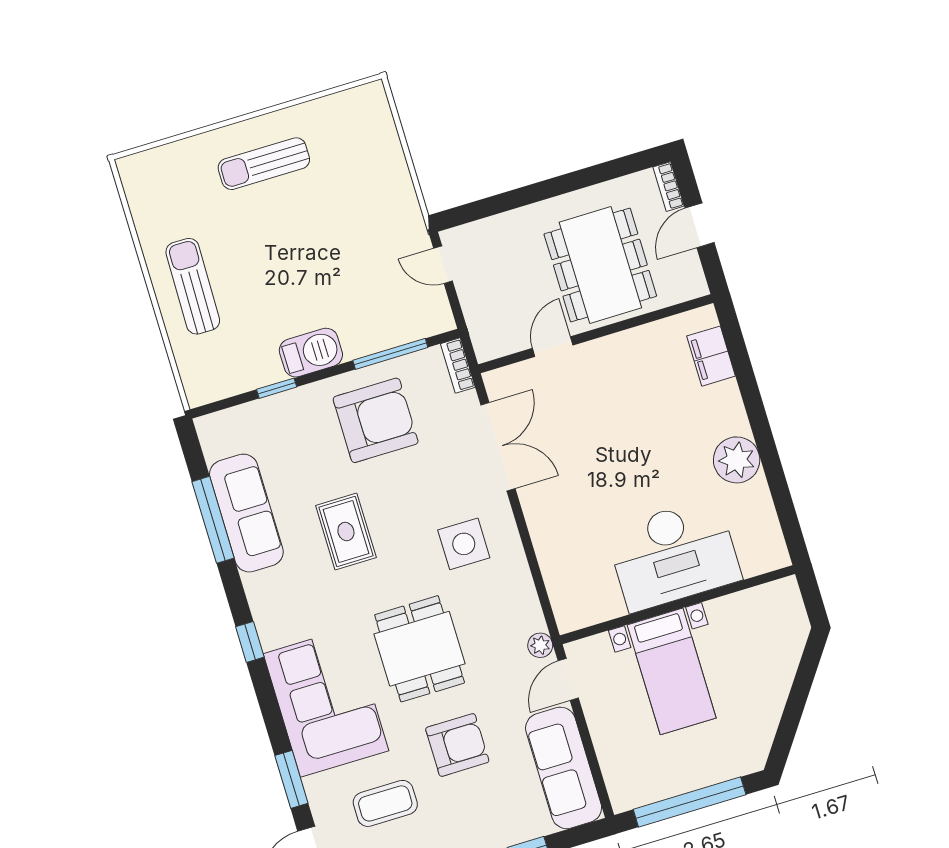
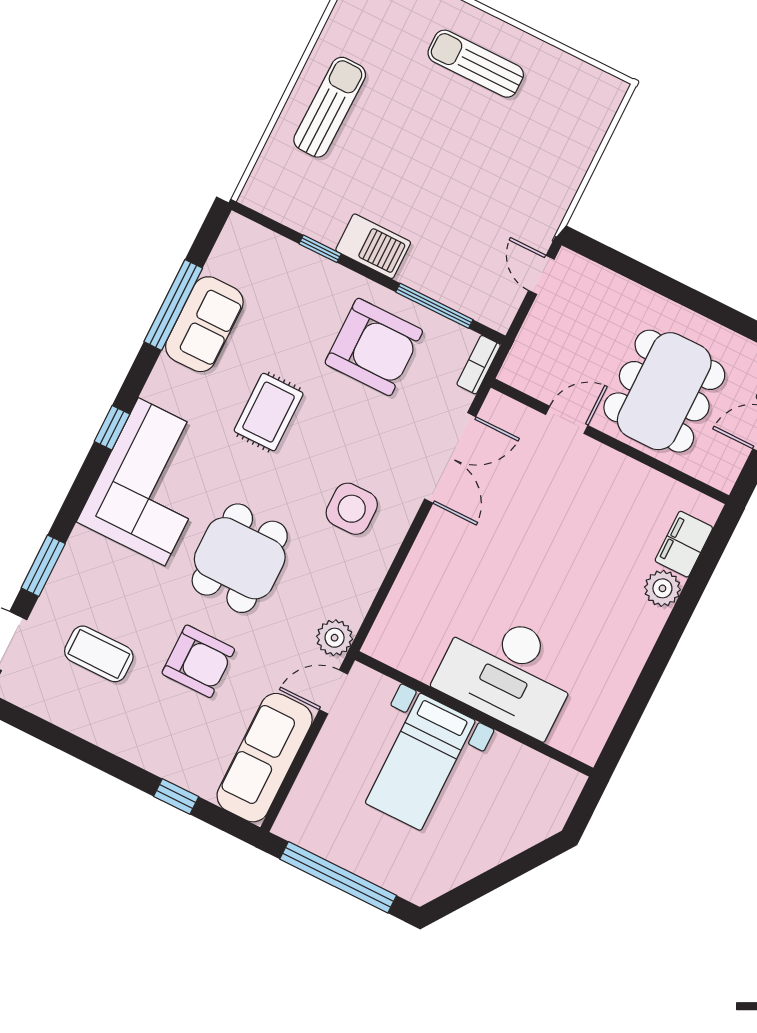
plant: (737, 460) -> (662, 588), moved, width x0.73, depth x0.73
sofa: (246, 513) -> (204, 324), width x0.73
plant: (540, 645) -> (335, 638), width x1.38, depth x1.38
corner sofa: (326, 702) -> (152, 482), moved

